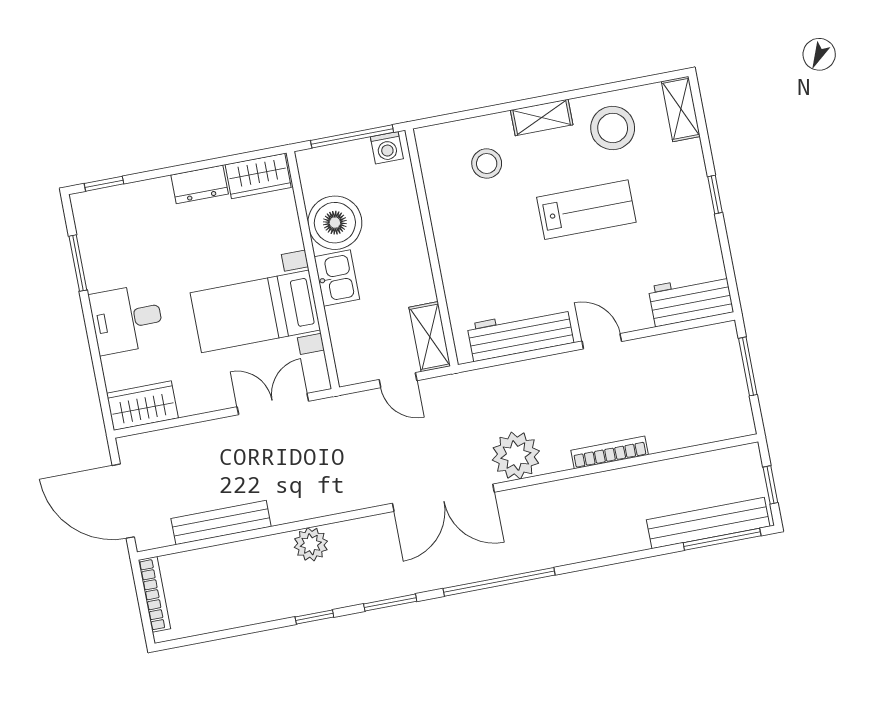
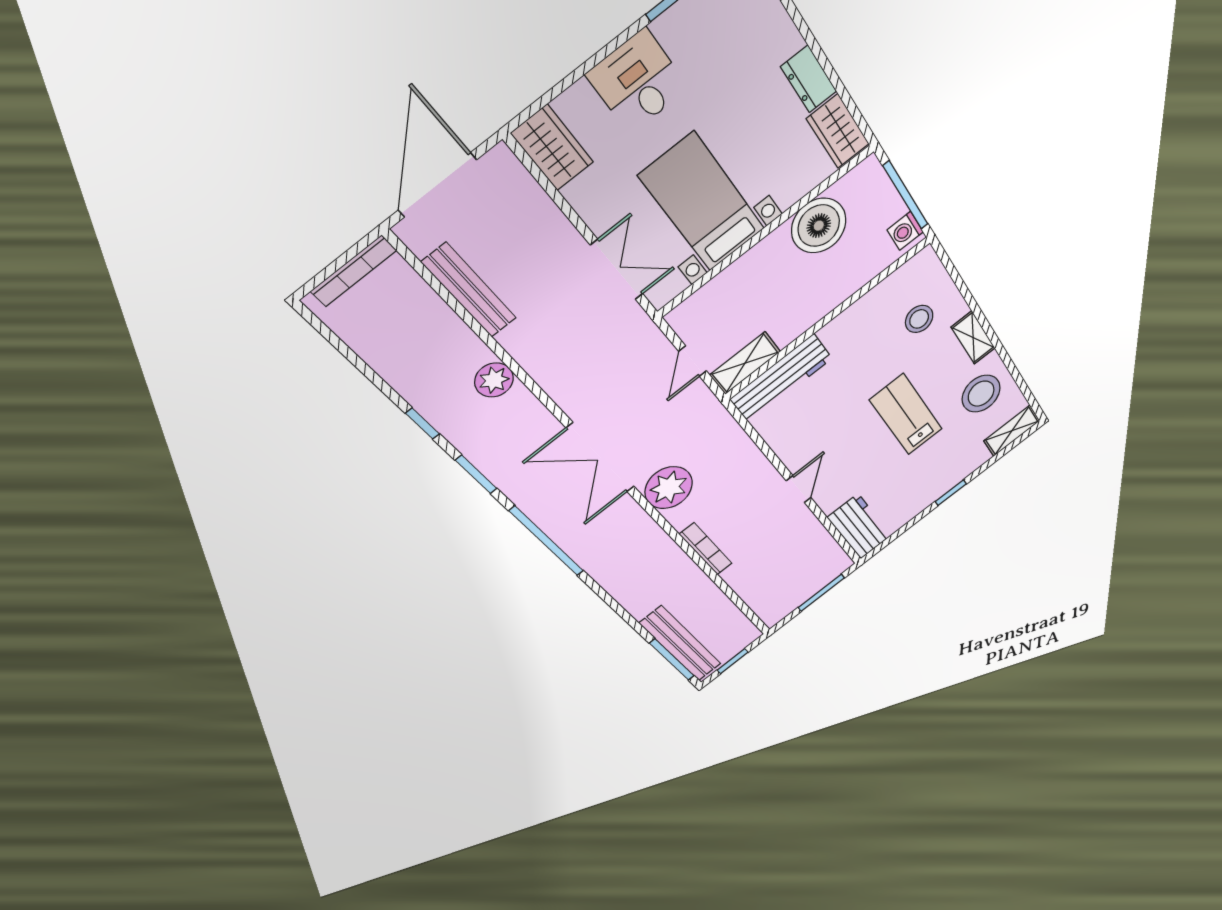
lab bench: (586, 210) -> (906, 415), turned 180
kitchen sink: (337, 278) -> (767, 257), removed
workbench: (520, 334) -> (781, 379), moved, turned 90

